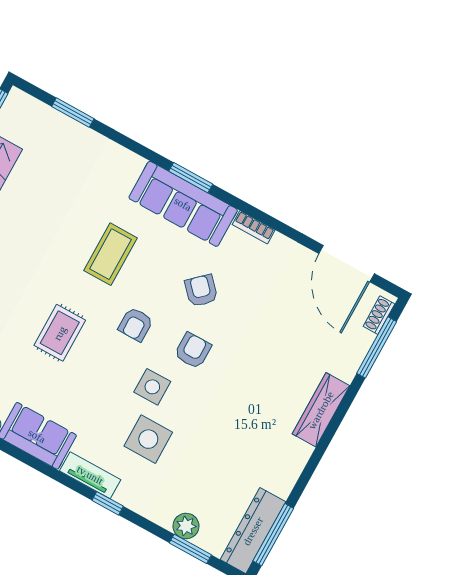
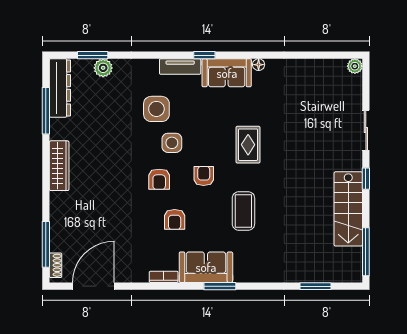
sofa: (183, 204) -> (206, 267), width x0.73
door: (347, 264) -> (93, 286), hinge flipped
armchair: (201, 291) -> (175, 219), turned 43
wardrobe: (321, 410) -> (59, 166), moved
window: (108, 503) -> (204, 55), moved
window: (273, 535) -> (46, 111), moved

